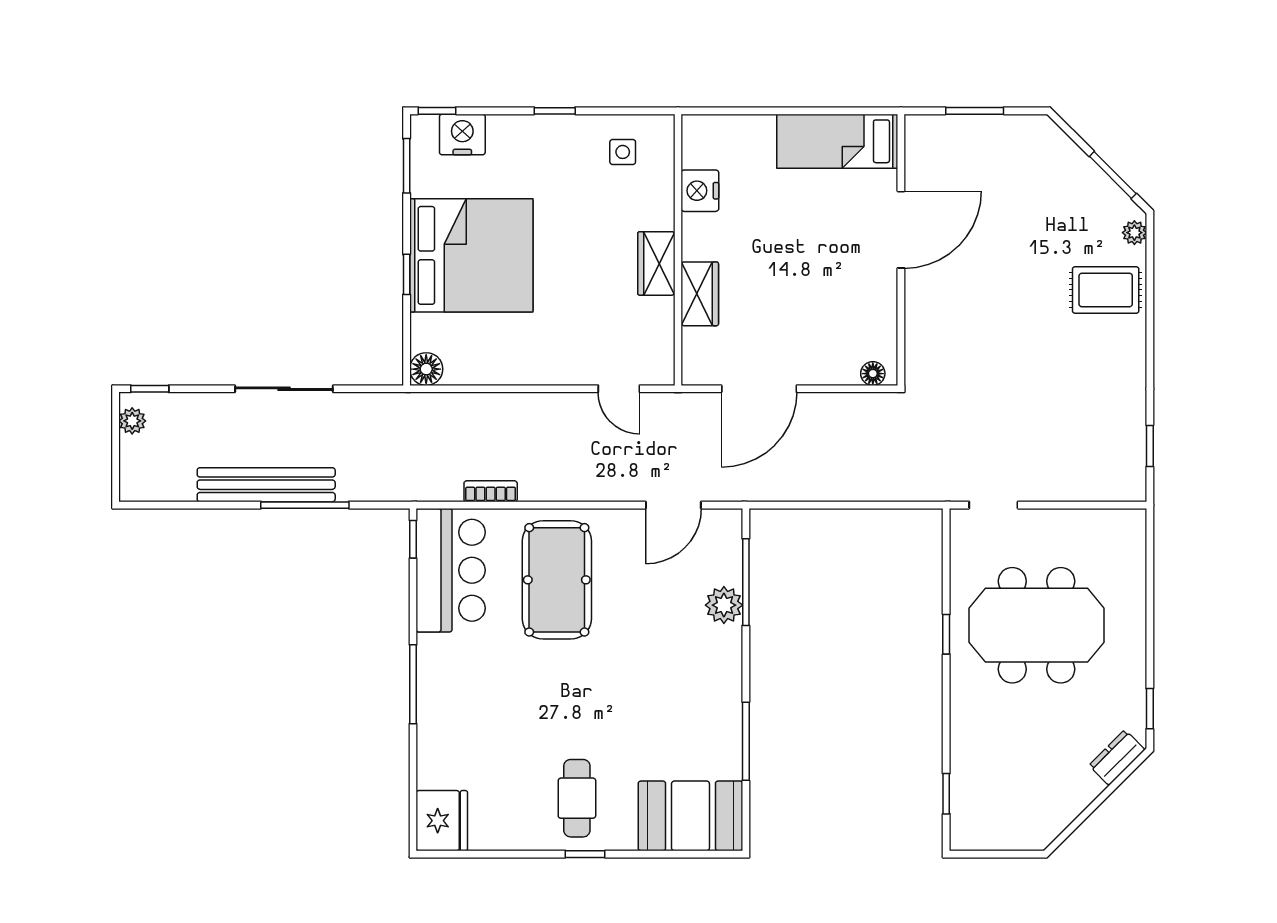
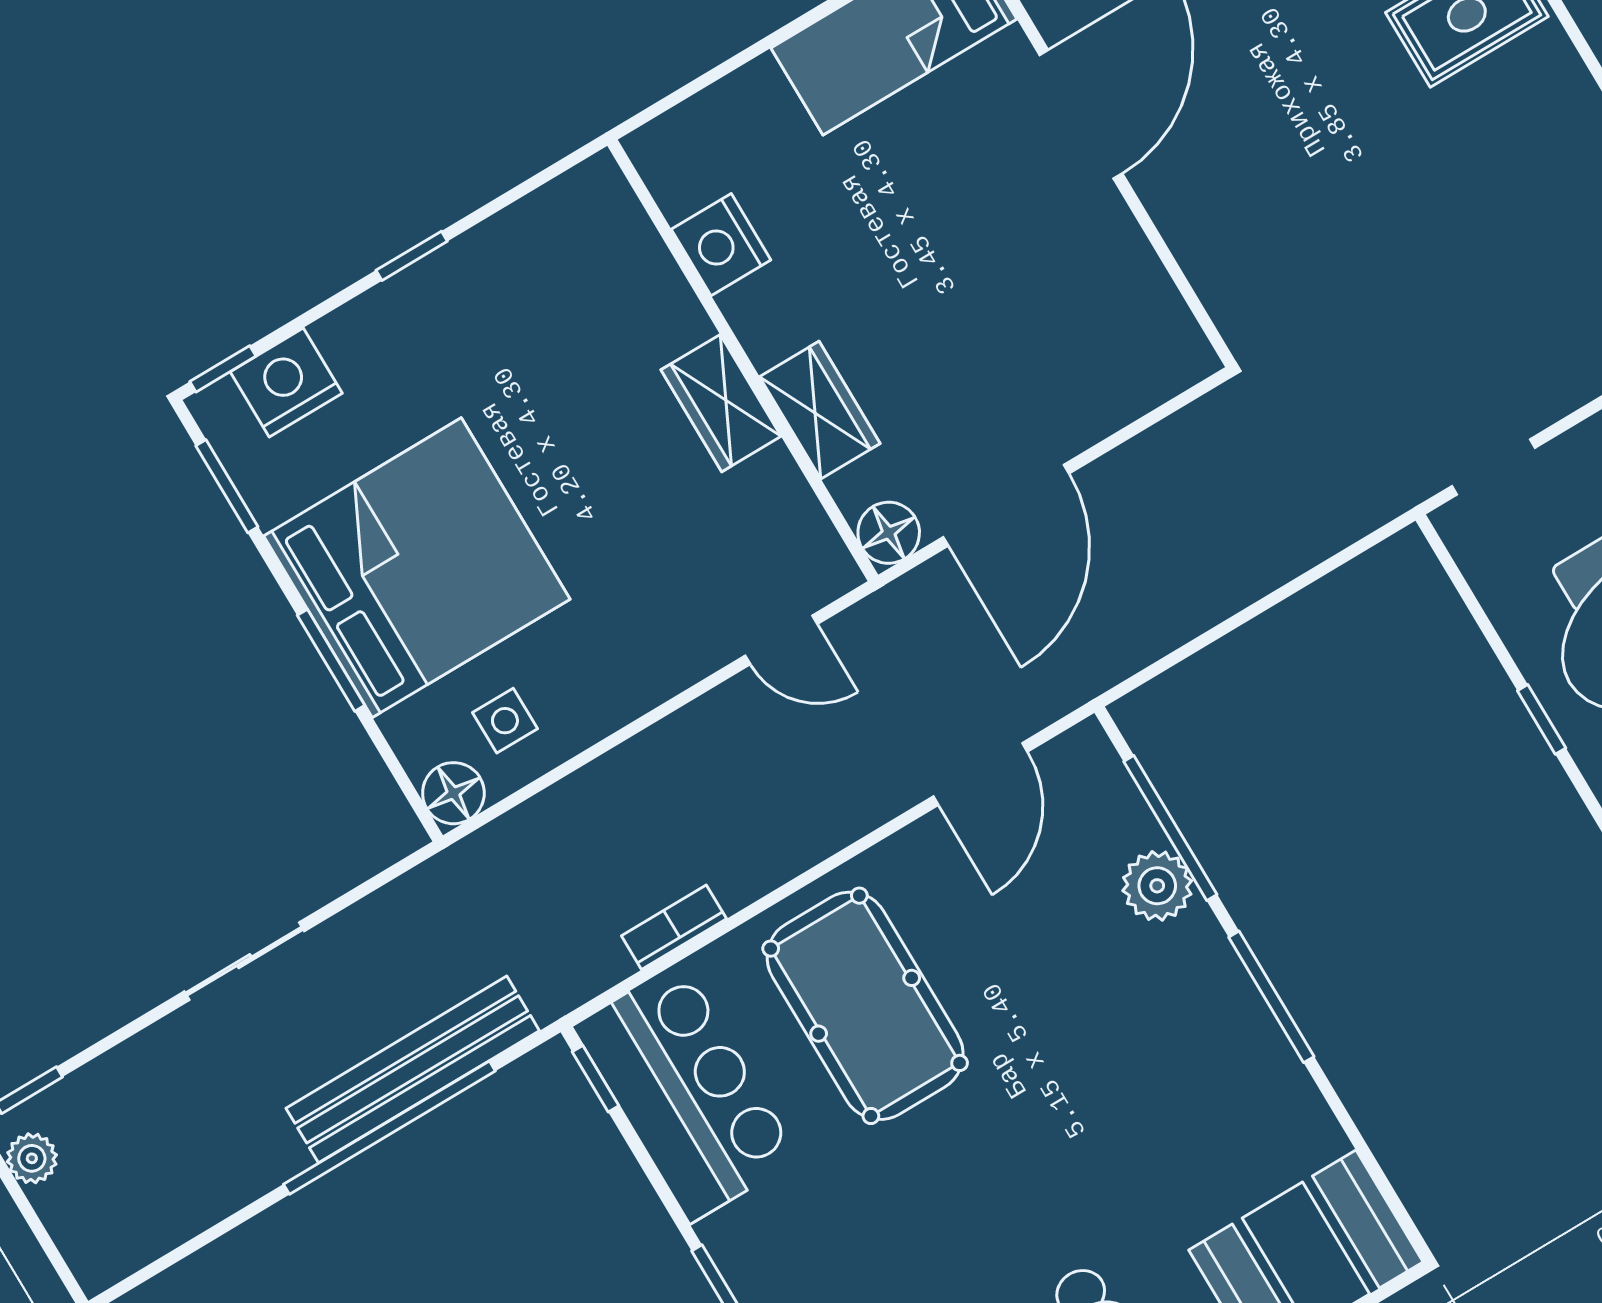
side table: (623, 152) -> (505, 721), moved
window: (407, 274) -> (331, 660), width x1.50
floor lamp: (873, 374) -> (889, 533), moved, width x1.37, depth x1.37
sliding door: (284, 389) -> (244, 961), width x0.73
bench: (266, 485) -> (413, 1069), moved
window: (305, 505) -> (389, 1128), width x1.46
window: (746, 741) -> (1271, 997), moved

